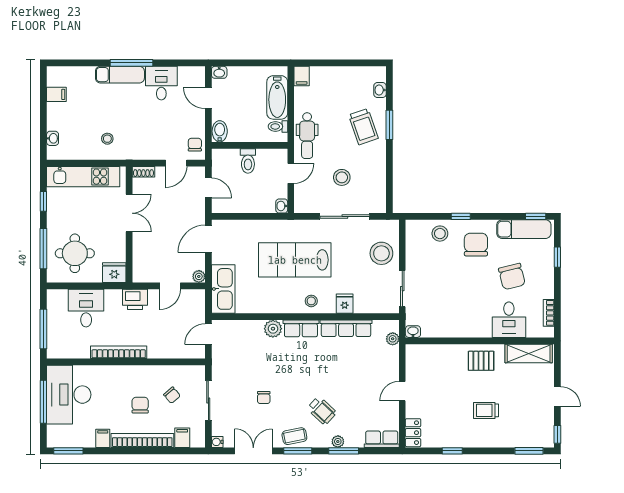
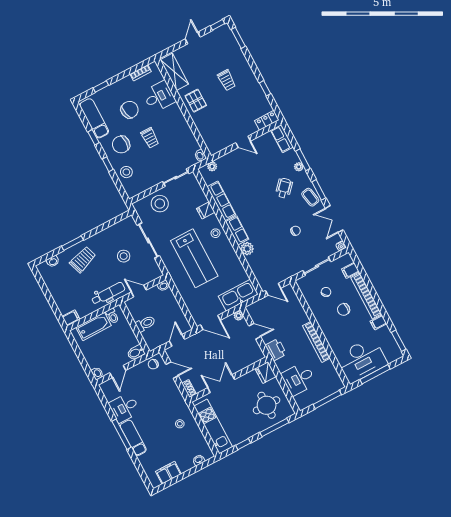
filing cabinet: (56, 94) -> (168, 473), width x2.00
window: (536, 216) -> (94, 137), moved
trolley: (466, 283) -> (150, 138), added

